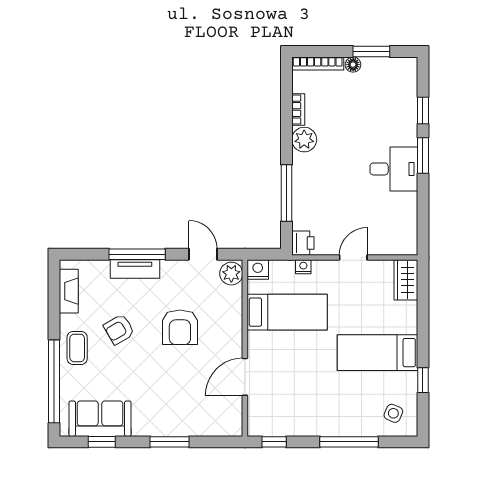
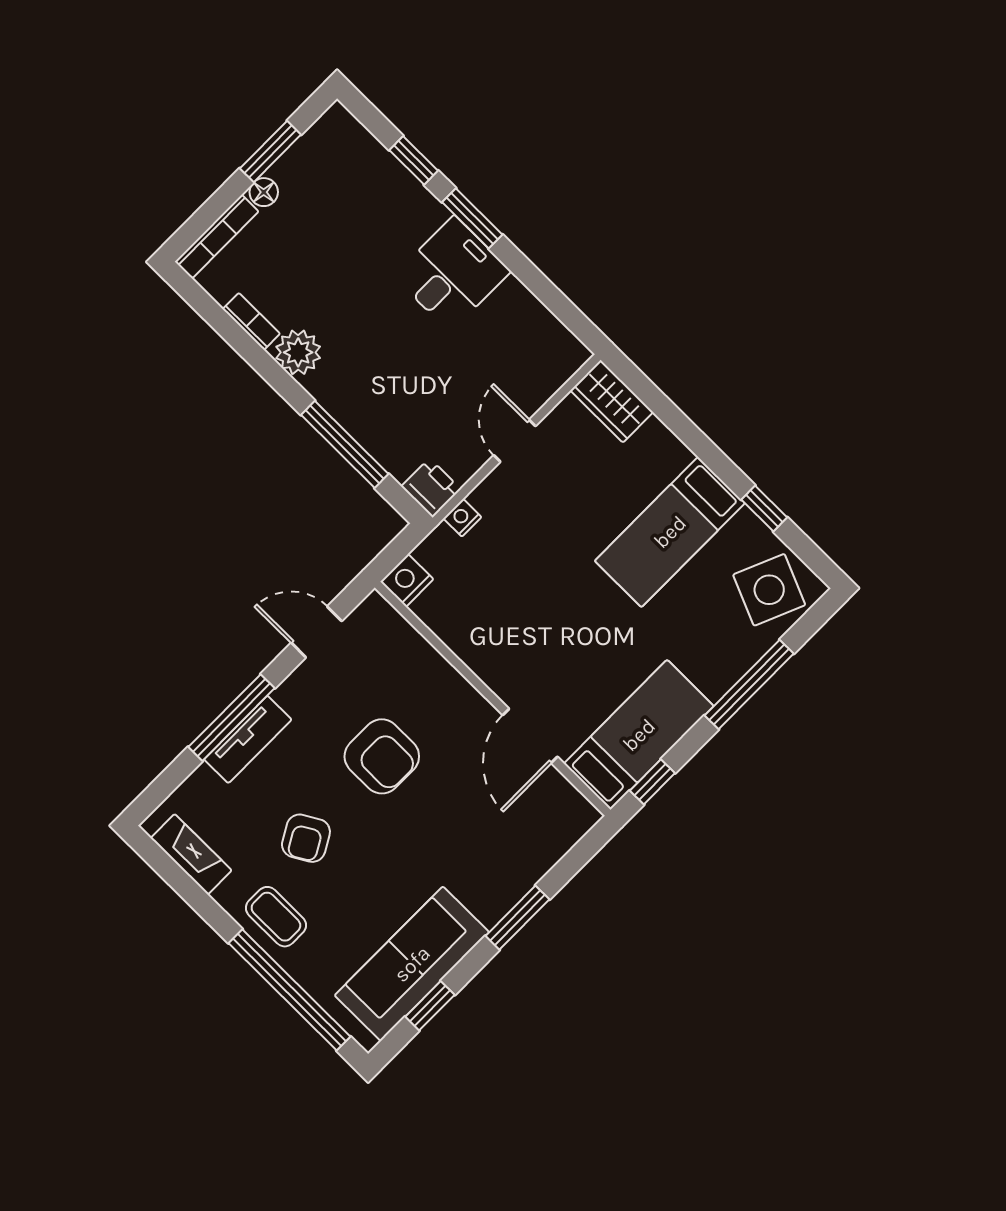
plant: (231, 274) -> (378, 620), removed
bed: (287, 312) -> (639, 735), moved
side table: (393, 413) -> (769, 590), width x1.87, depth x1.87
sofa: (100, 419) -> (412, 964), width x1.36

